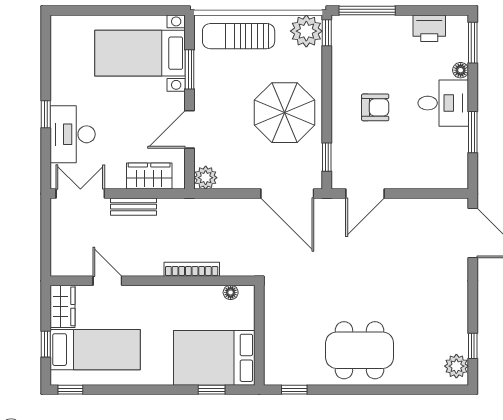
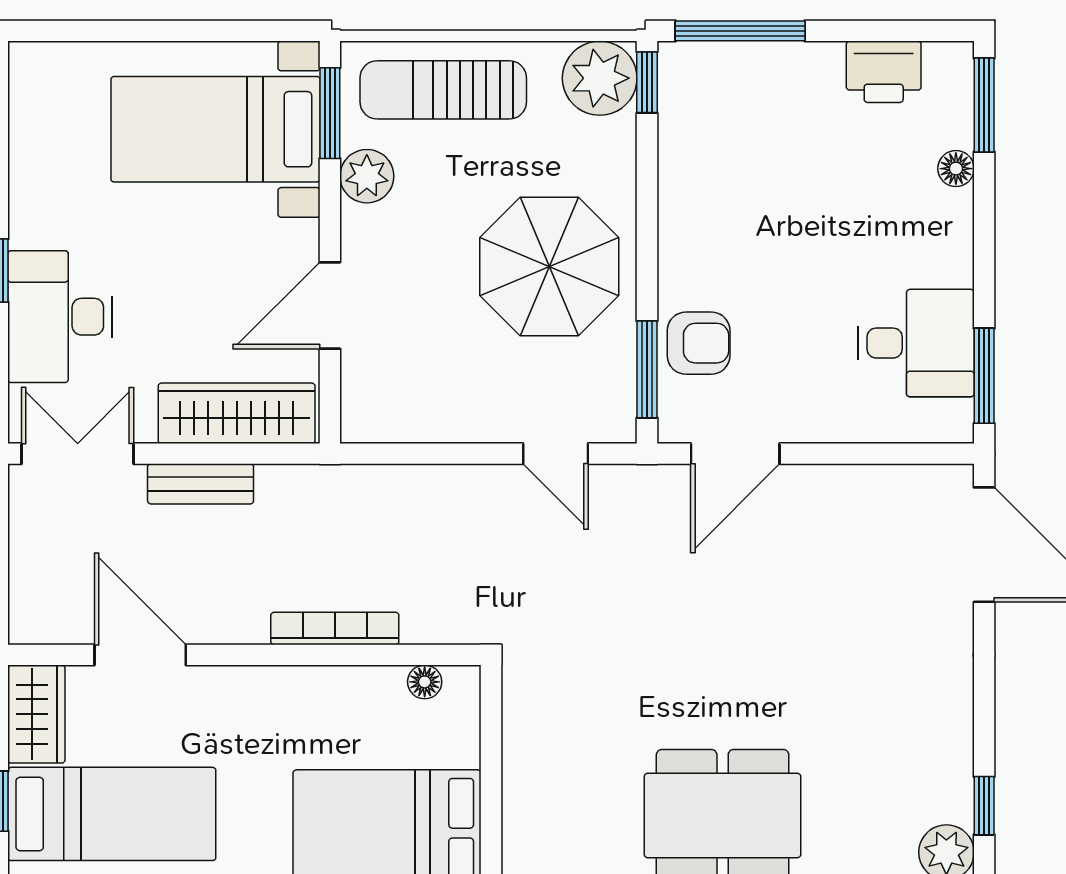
window: (190, 69) -> (330, 113), moved
desk: (443, 103) -> (916, 343), moved
armchair: (375, 107) -> (699, 343), moved
window: (473, 132) -> (984, 376), moved
window: (327, 157) -> (647, 369), width x1.50
wardrobe: (149, 176) -> (237, 413), width x1.50
plant: (206, 178) -> (367, 176), moved
door: (287, 194) -> (556, 454), width x0.53
door: (107, 281) -> (140, 655), width x1.38

